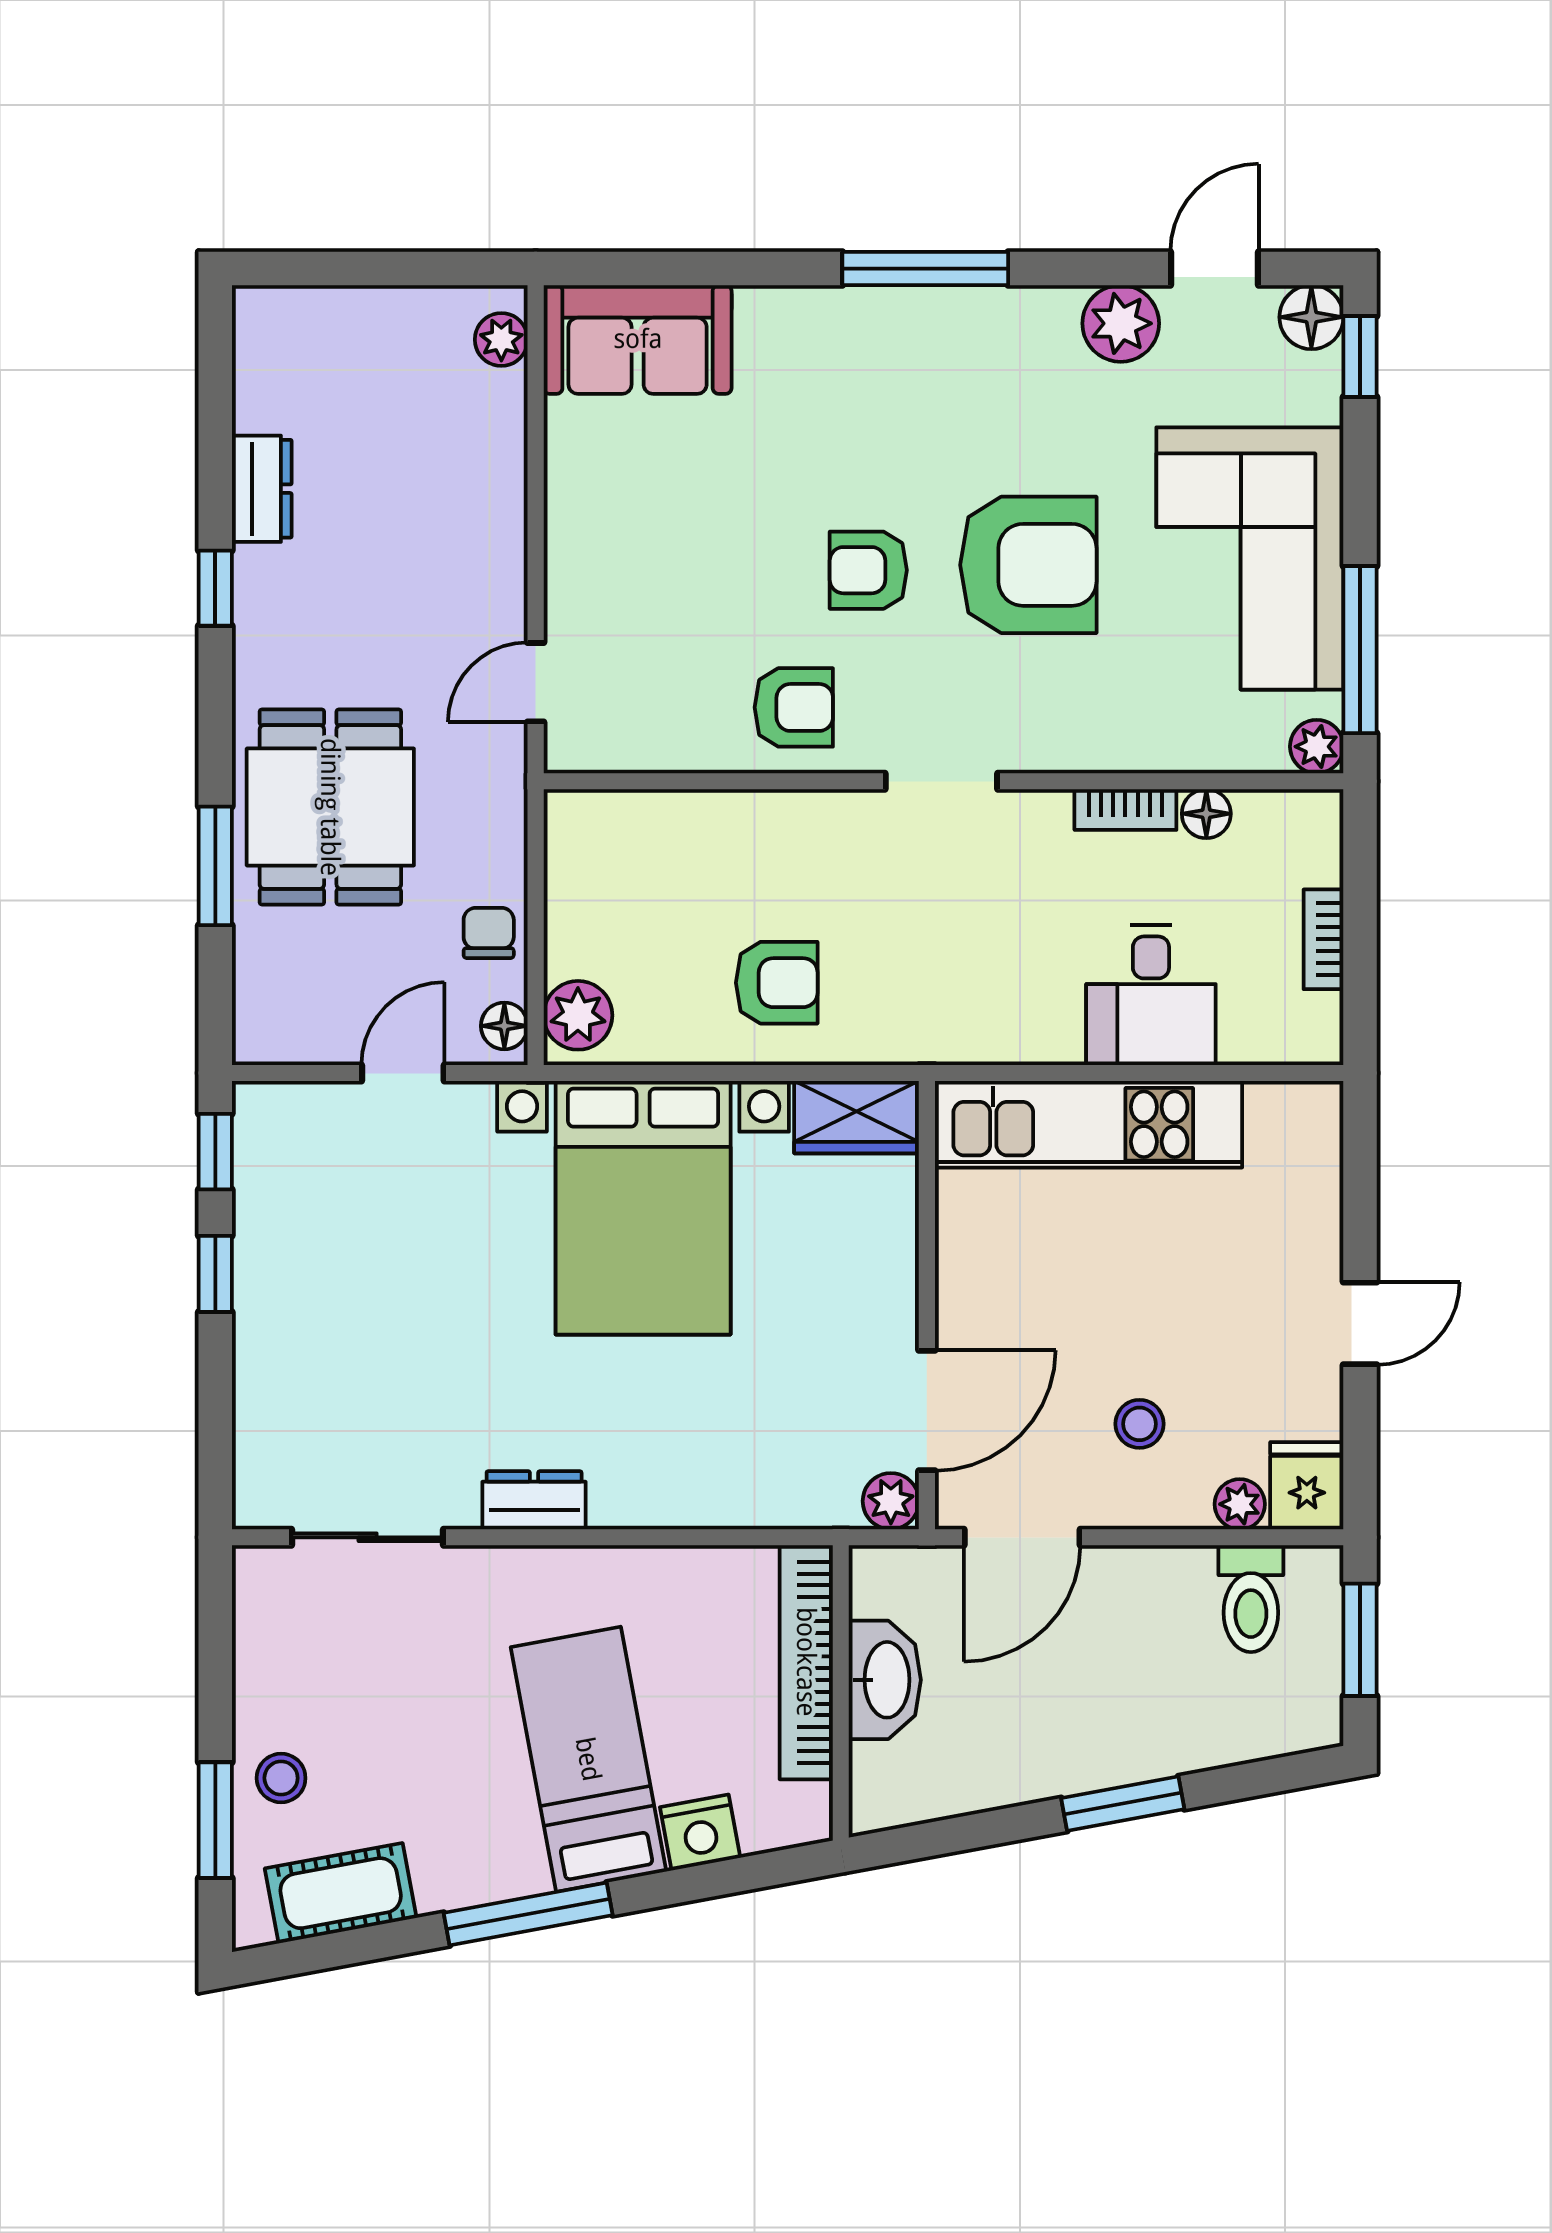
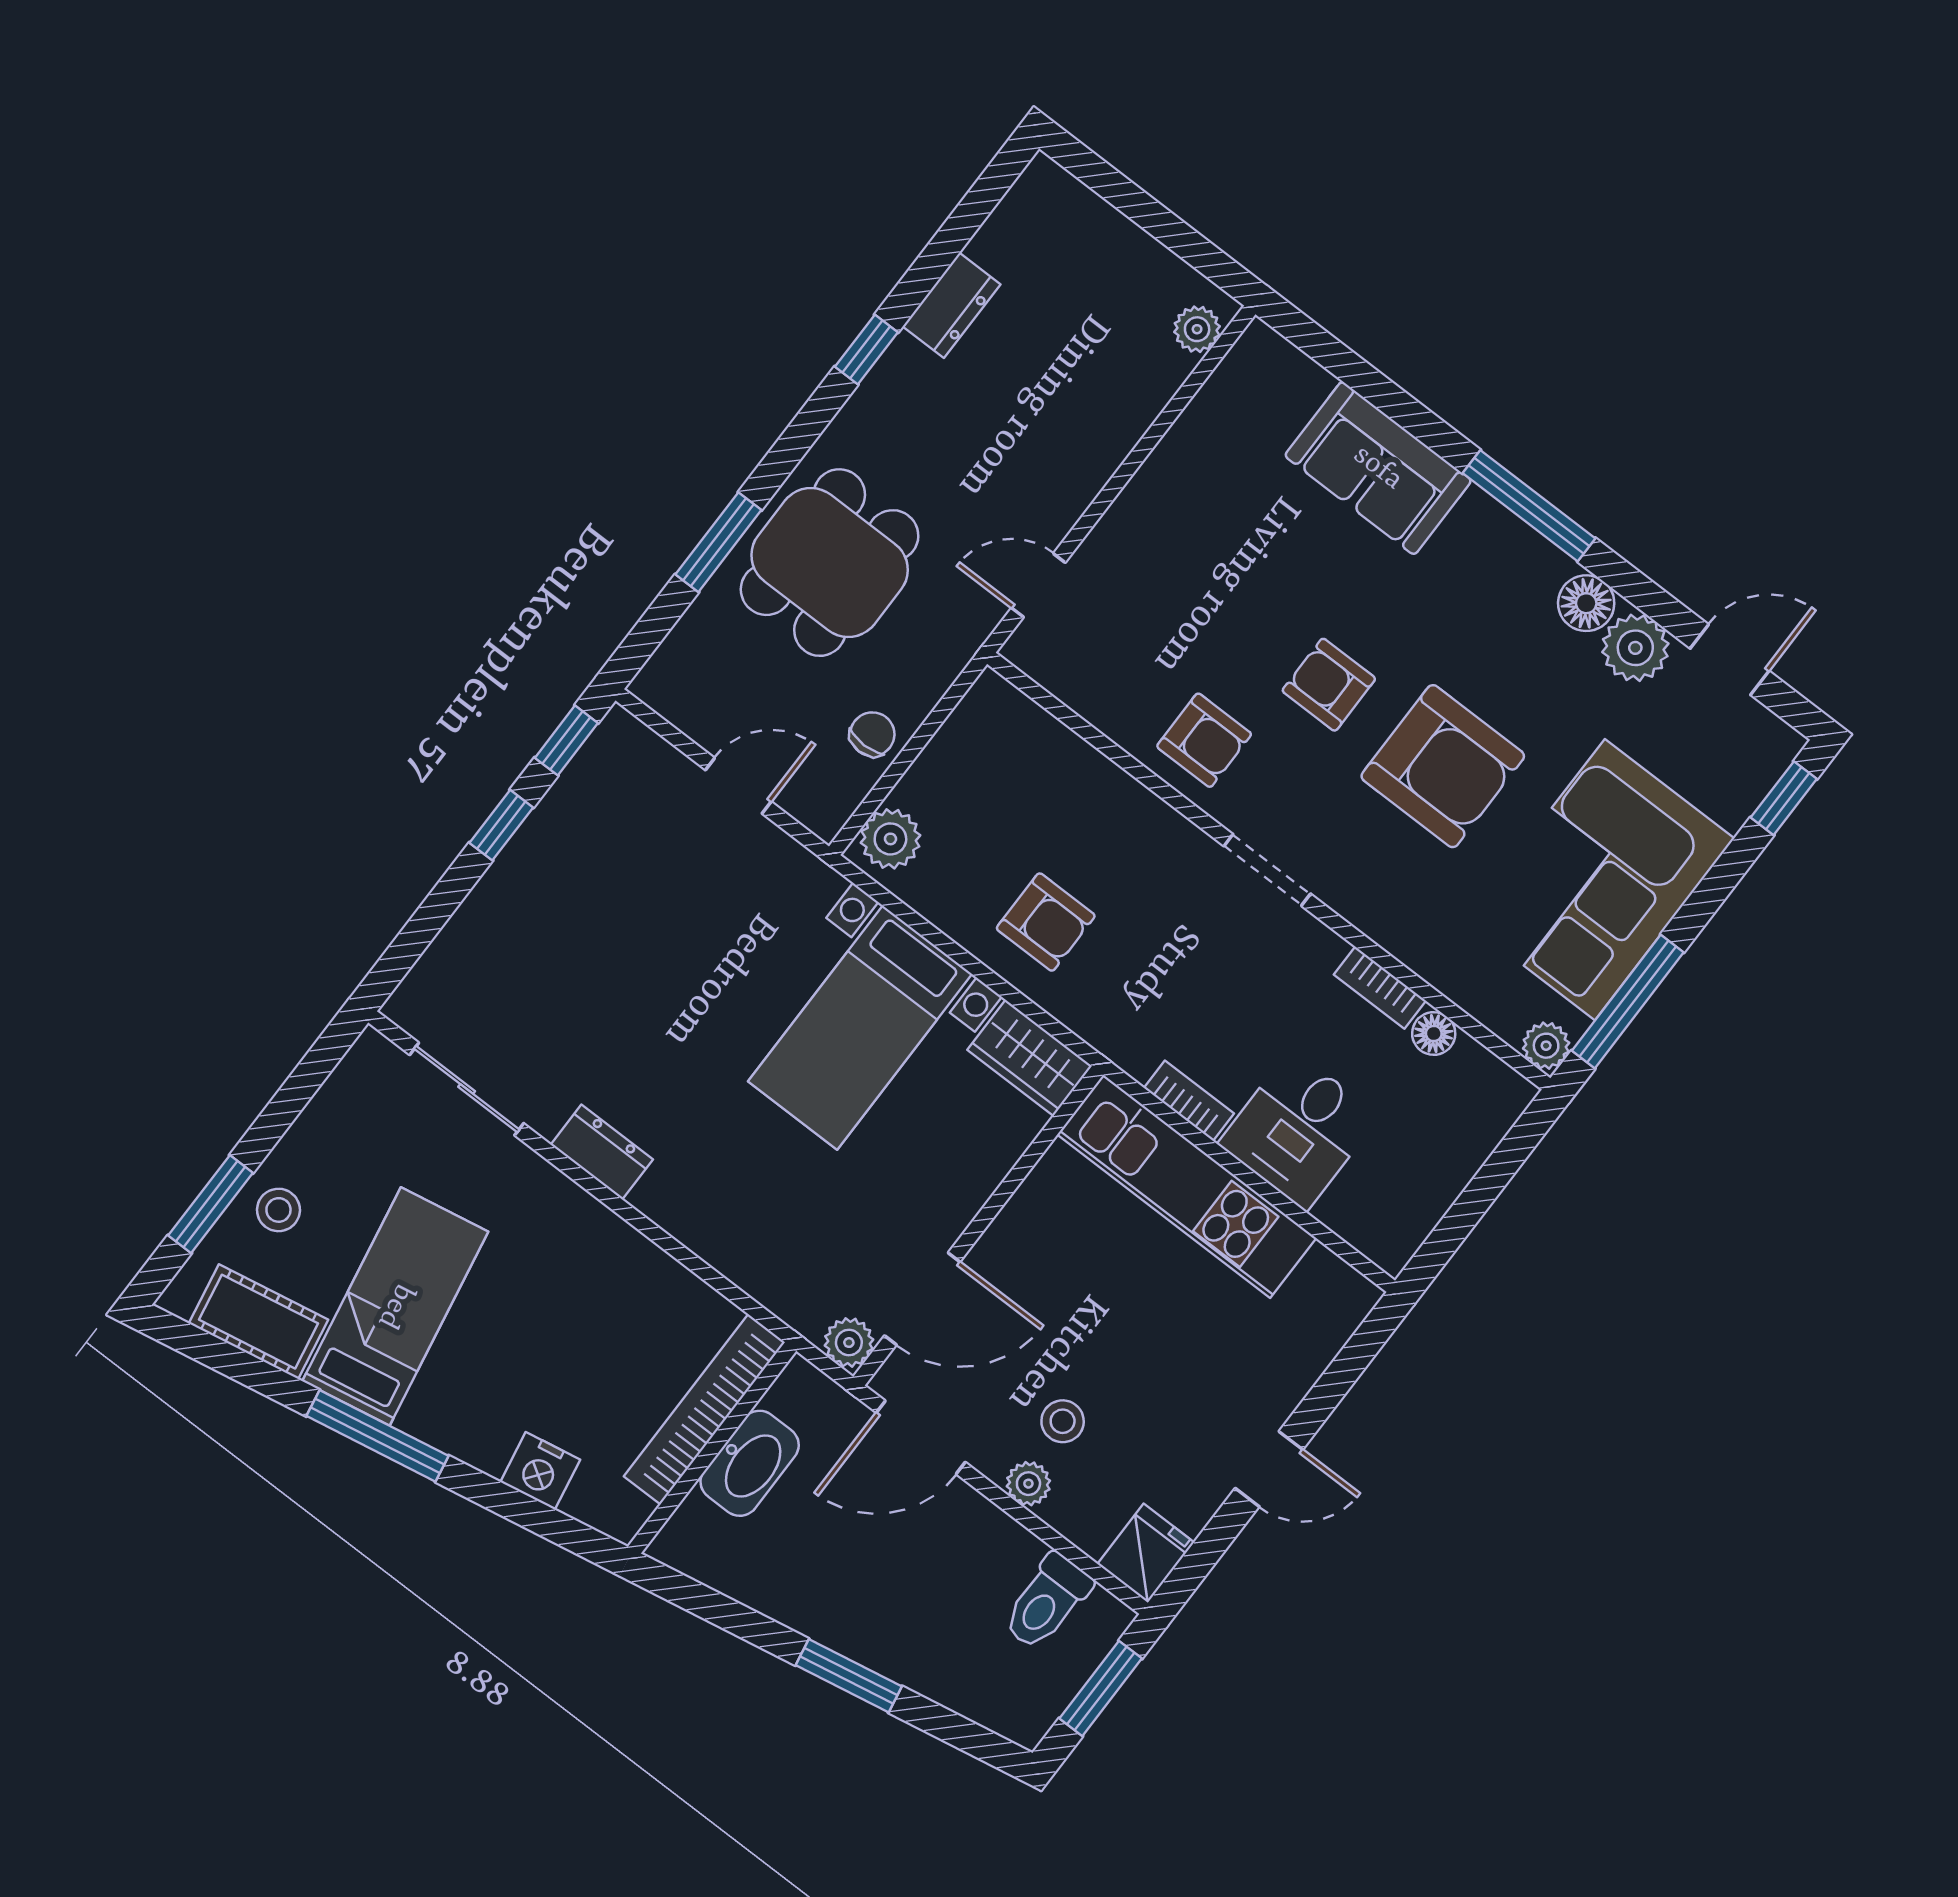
floor lamp: (1311, 317) -> (1586, 603), moved
sofa: (638, 339) -> (1378, 468), moved
bookcase: (1323, 939) -> (1189, 1101), moved, turned 90
floor lamp: (504, 1026) -> (834, 807), removed
bed with nightstands: (643, 1208) -> (860, 1028), width x0.73
plant: (1240, 1504) -> (1028, 1484), moved
bed: (588, 1759) -> (395, 1306), moved

